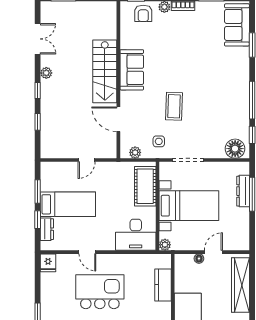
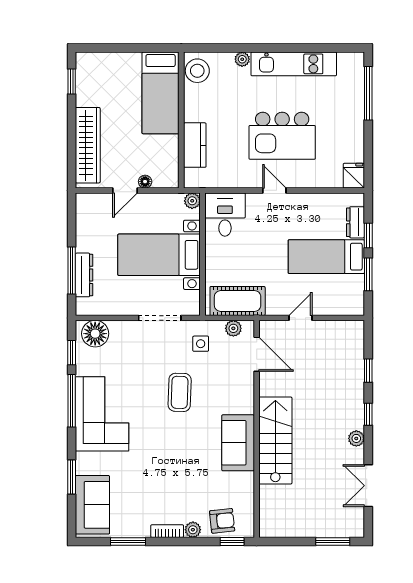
armchair: (143, 13) -> (222, 521), turned 84
corner sofa: (230, 91) -> (102, 414), added
door: (118, 119) -> (257, 354), moved
cot: (145, 186) -> (238, 301), moved, turned 90
desk: (136, 235) -> (225, 215), width x0.73
door: (87, 252) -> (274, 190), moved

